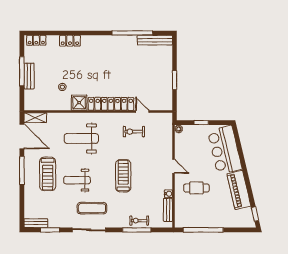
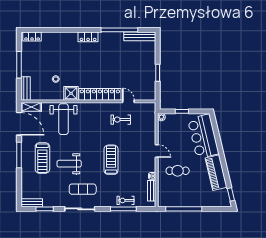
locker: (70, 41) -> (88, 37), moved
bench: (29, 76) -> (26, 89), moved
weight bench: (81, 138) -> (63, 119), moved, turned -90

